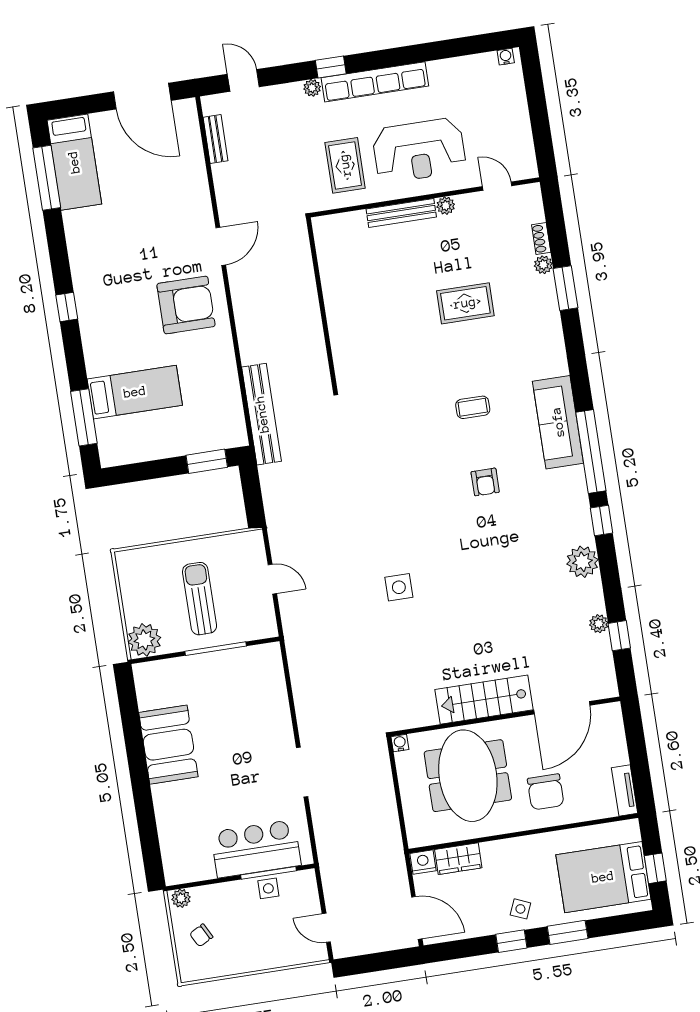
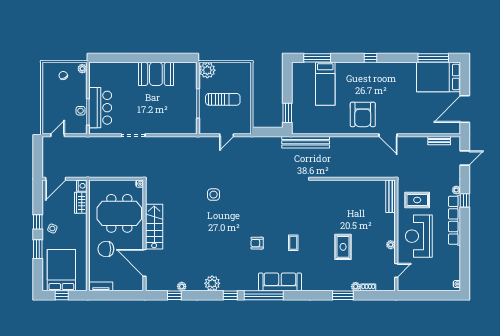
bed: (74, 162) -> (439, 77), width x1.50
bench: (401, 213) -> (391, 196), moved

